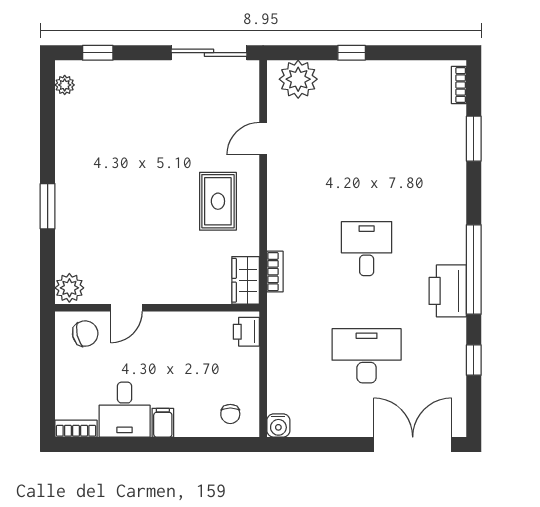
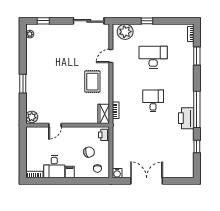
chair: (85, 334) -> (89, 152), moved
desk: (367, 356) -> (153, 57), moved
double door: (413, 444) -> (147, 181), moved

